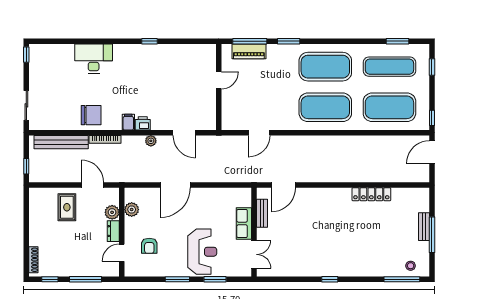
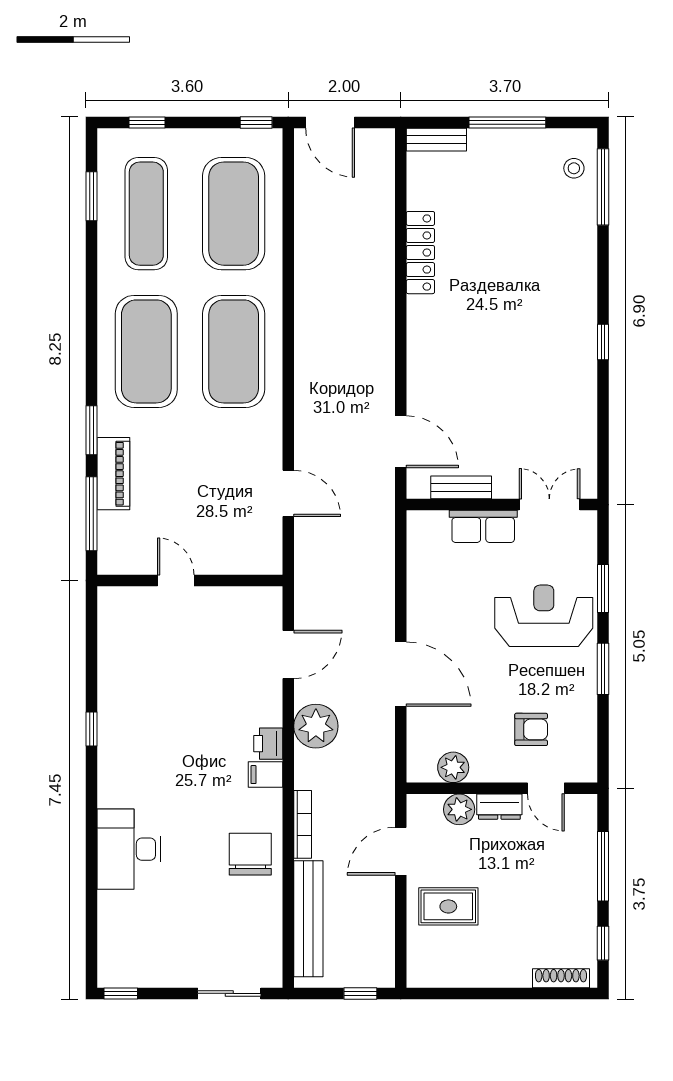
piano: (249, 51) -> (113, 474), moved
plant: (151, 141) -> (316, 726), width x1.87, depth x1.87
bench: (424, 227) -> (436, 140), moved

